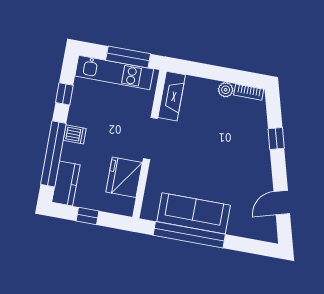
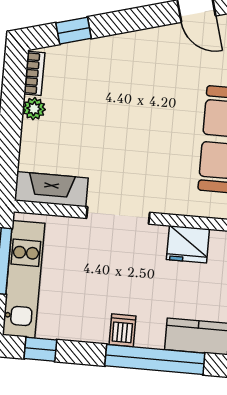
window: (64, 94) -> (40, 349), moved
window: (276, 138) -> (74, 31), moved
fridge: (124, 177) -> (188, 244), width x0.73, depth x0.75

